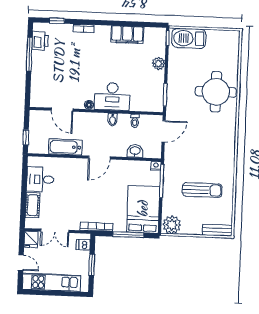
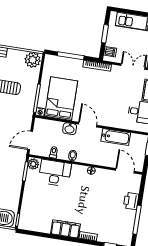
filing cabinet: (127, 35) -> (66, 229), moved
printer: (40, 41) -> (131, 201), moved
plant: (158, 63) -> (33, 164), moved
desk: (112, 96) -> (55, 173), moved
door: (62, 110) -> (125, 171), moved
washbasin: (135, 151) -> (70, 129), moved
door: (99, 157) -> (88, 125), hinge flipped
bed: (143, 209) -> (61, 99), moved, turned 180

